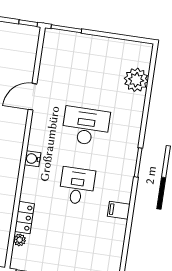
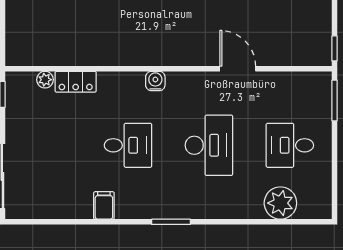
desk: (95, 67) -> (290, 145), added

